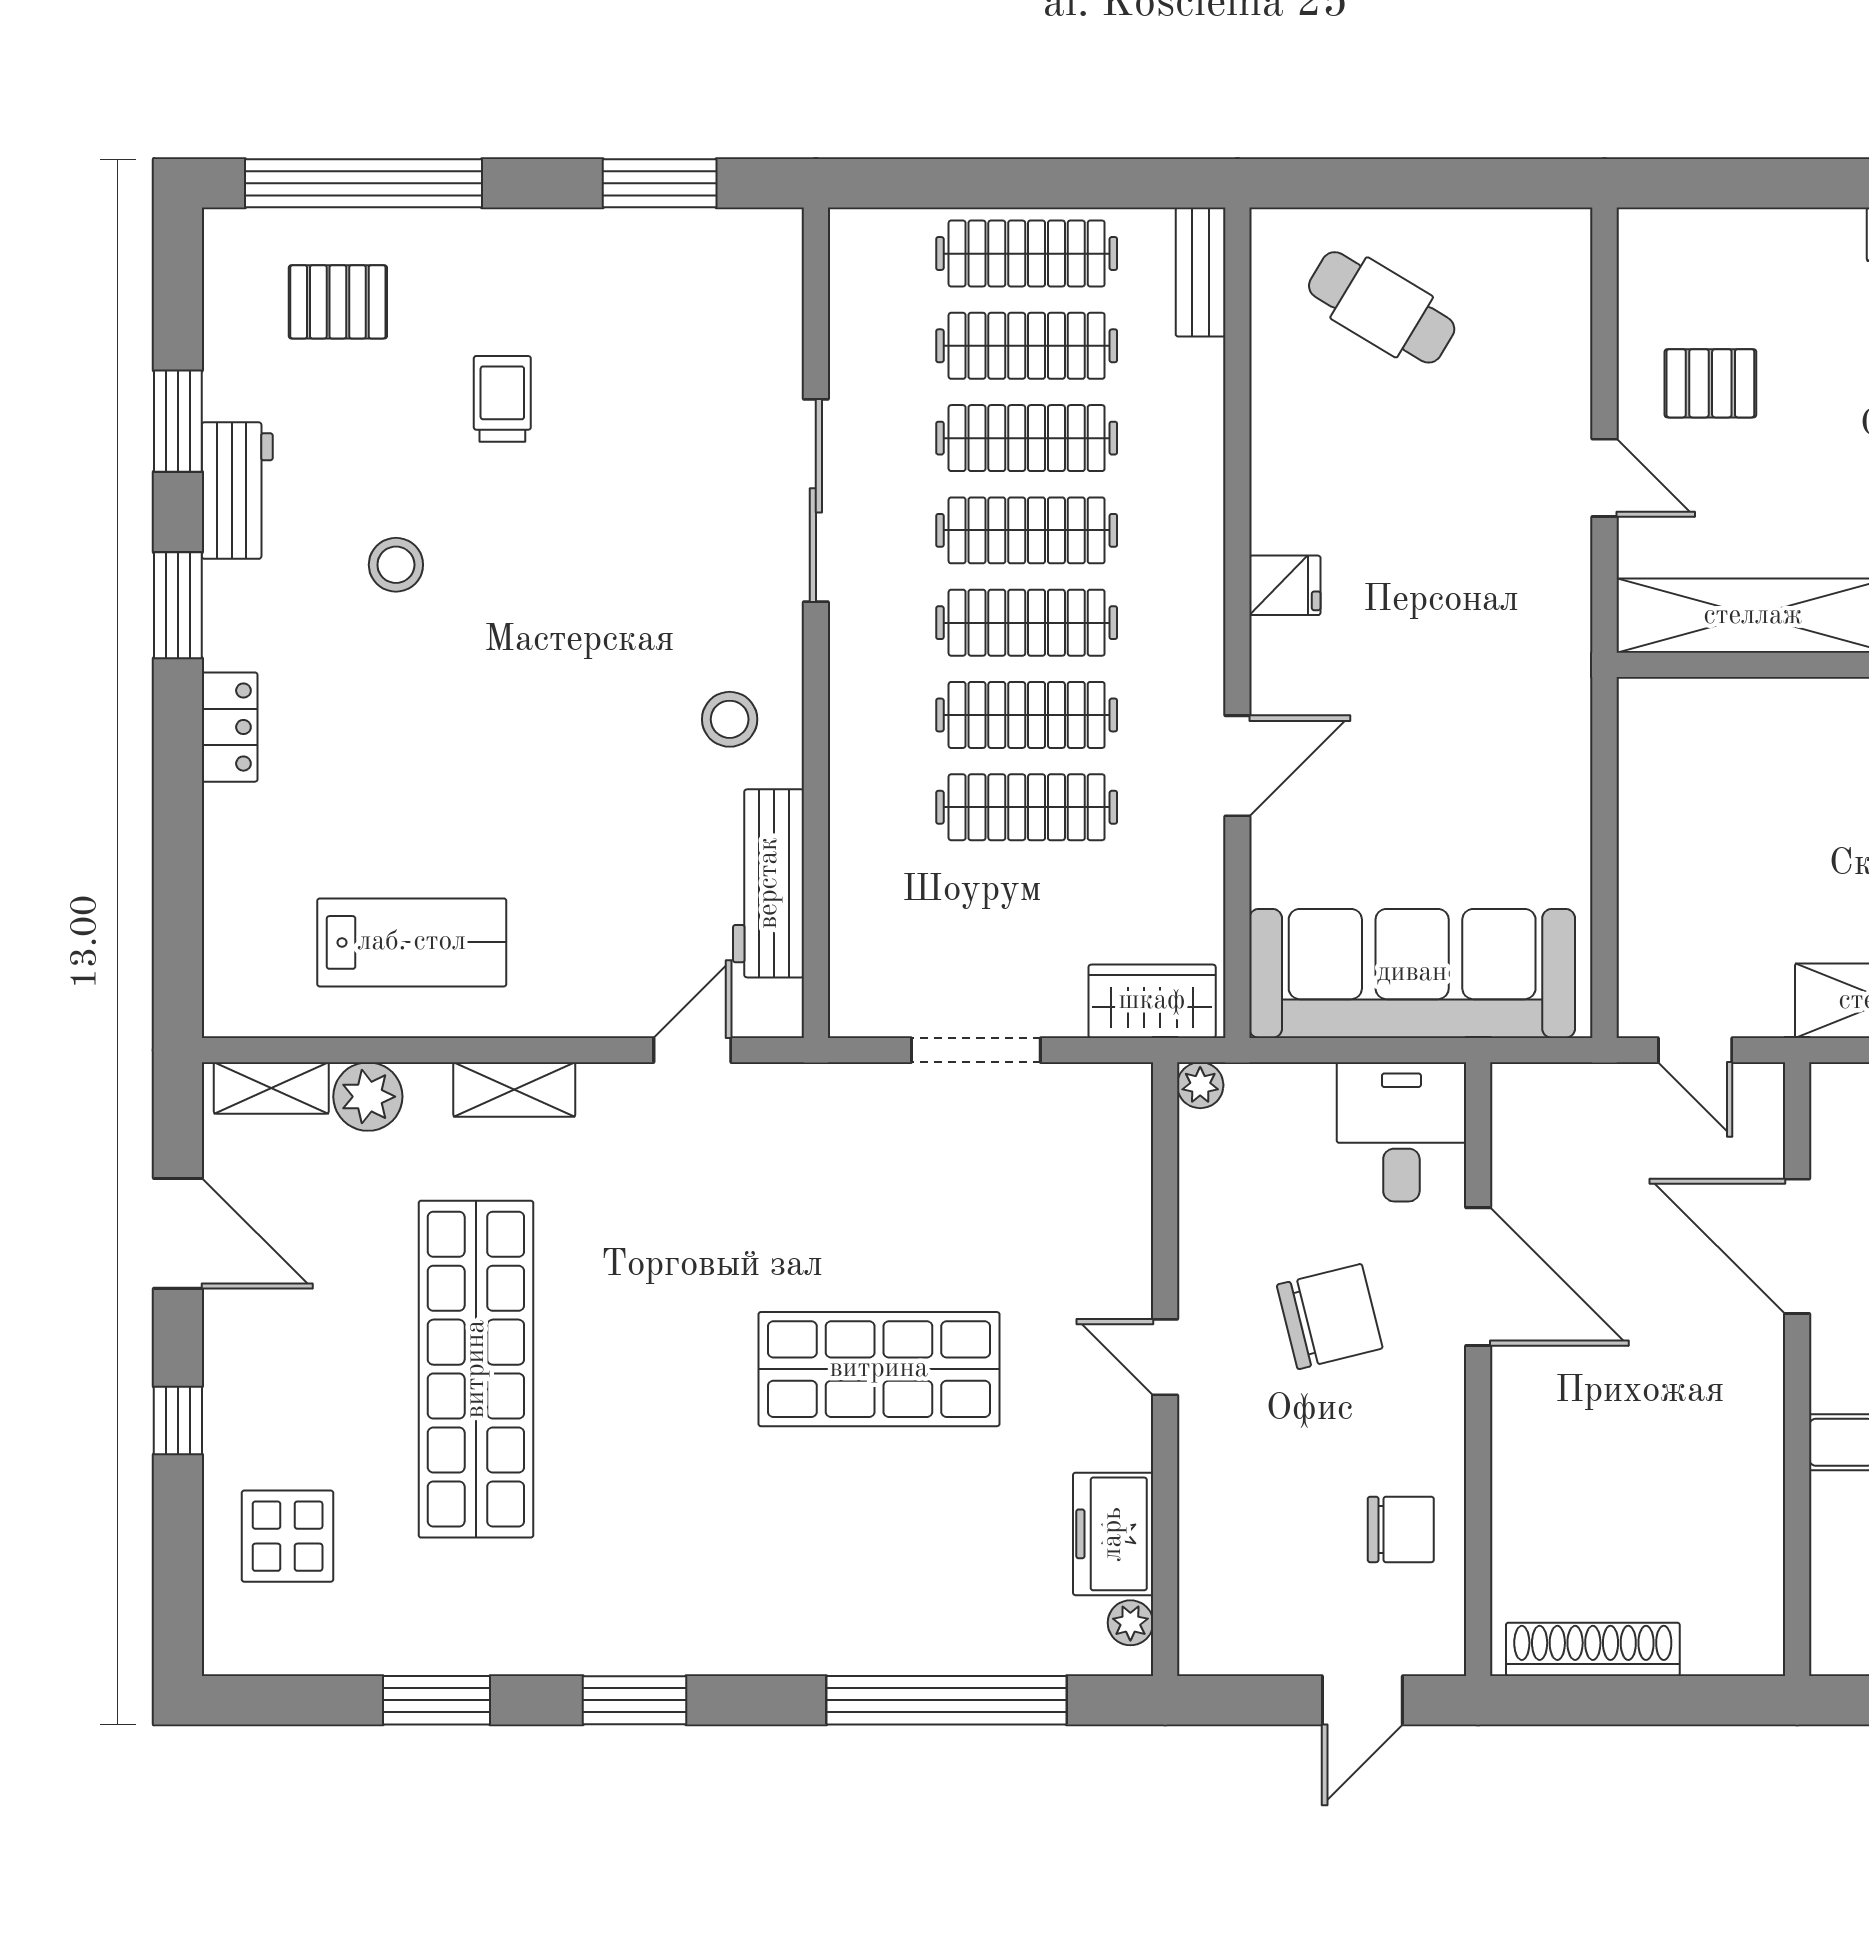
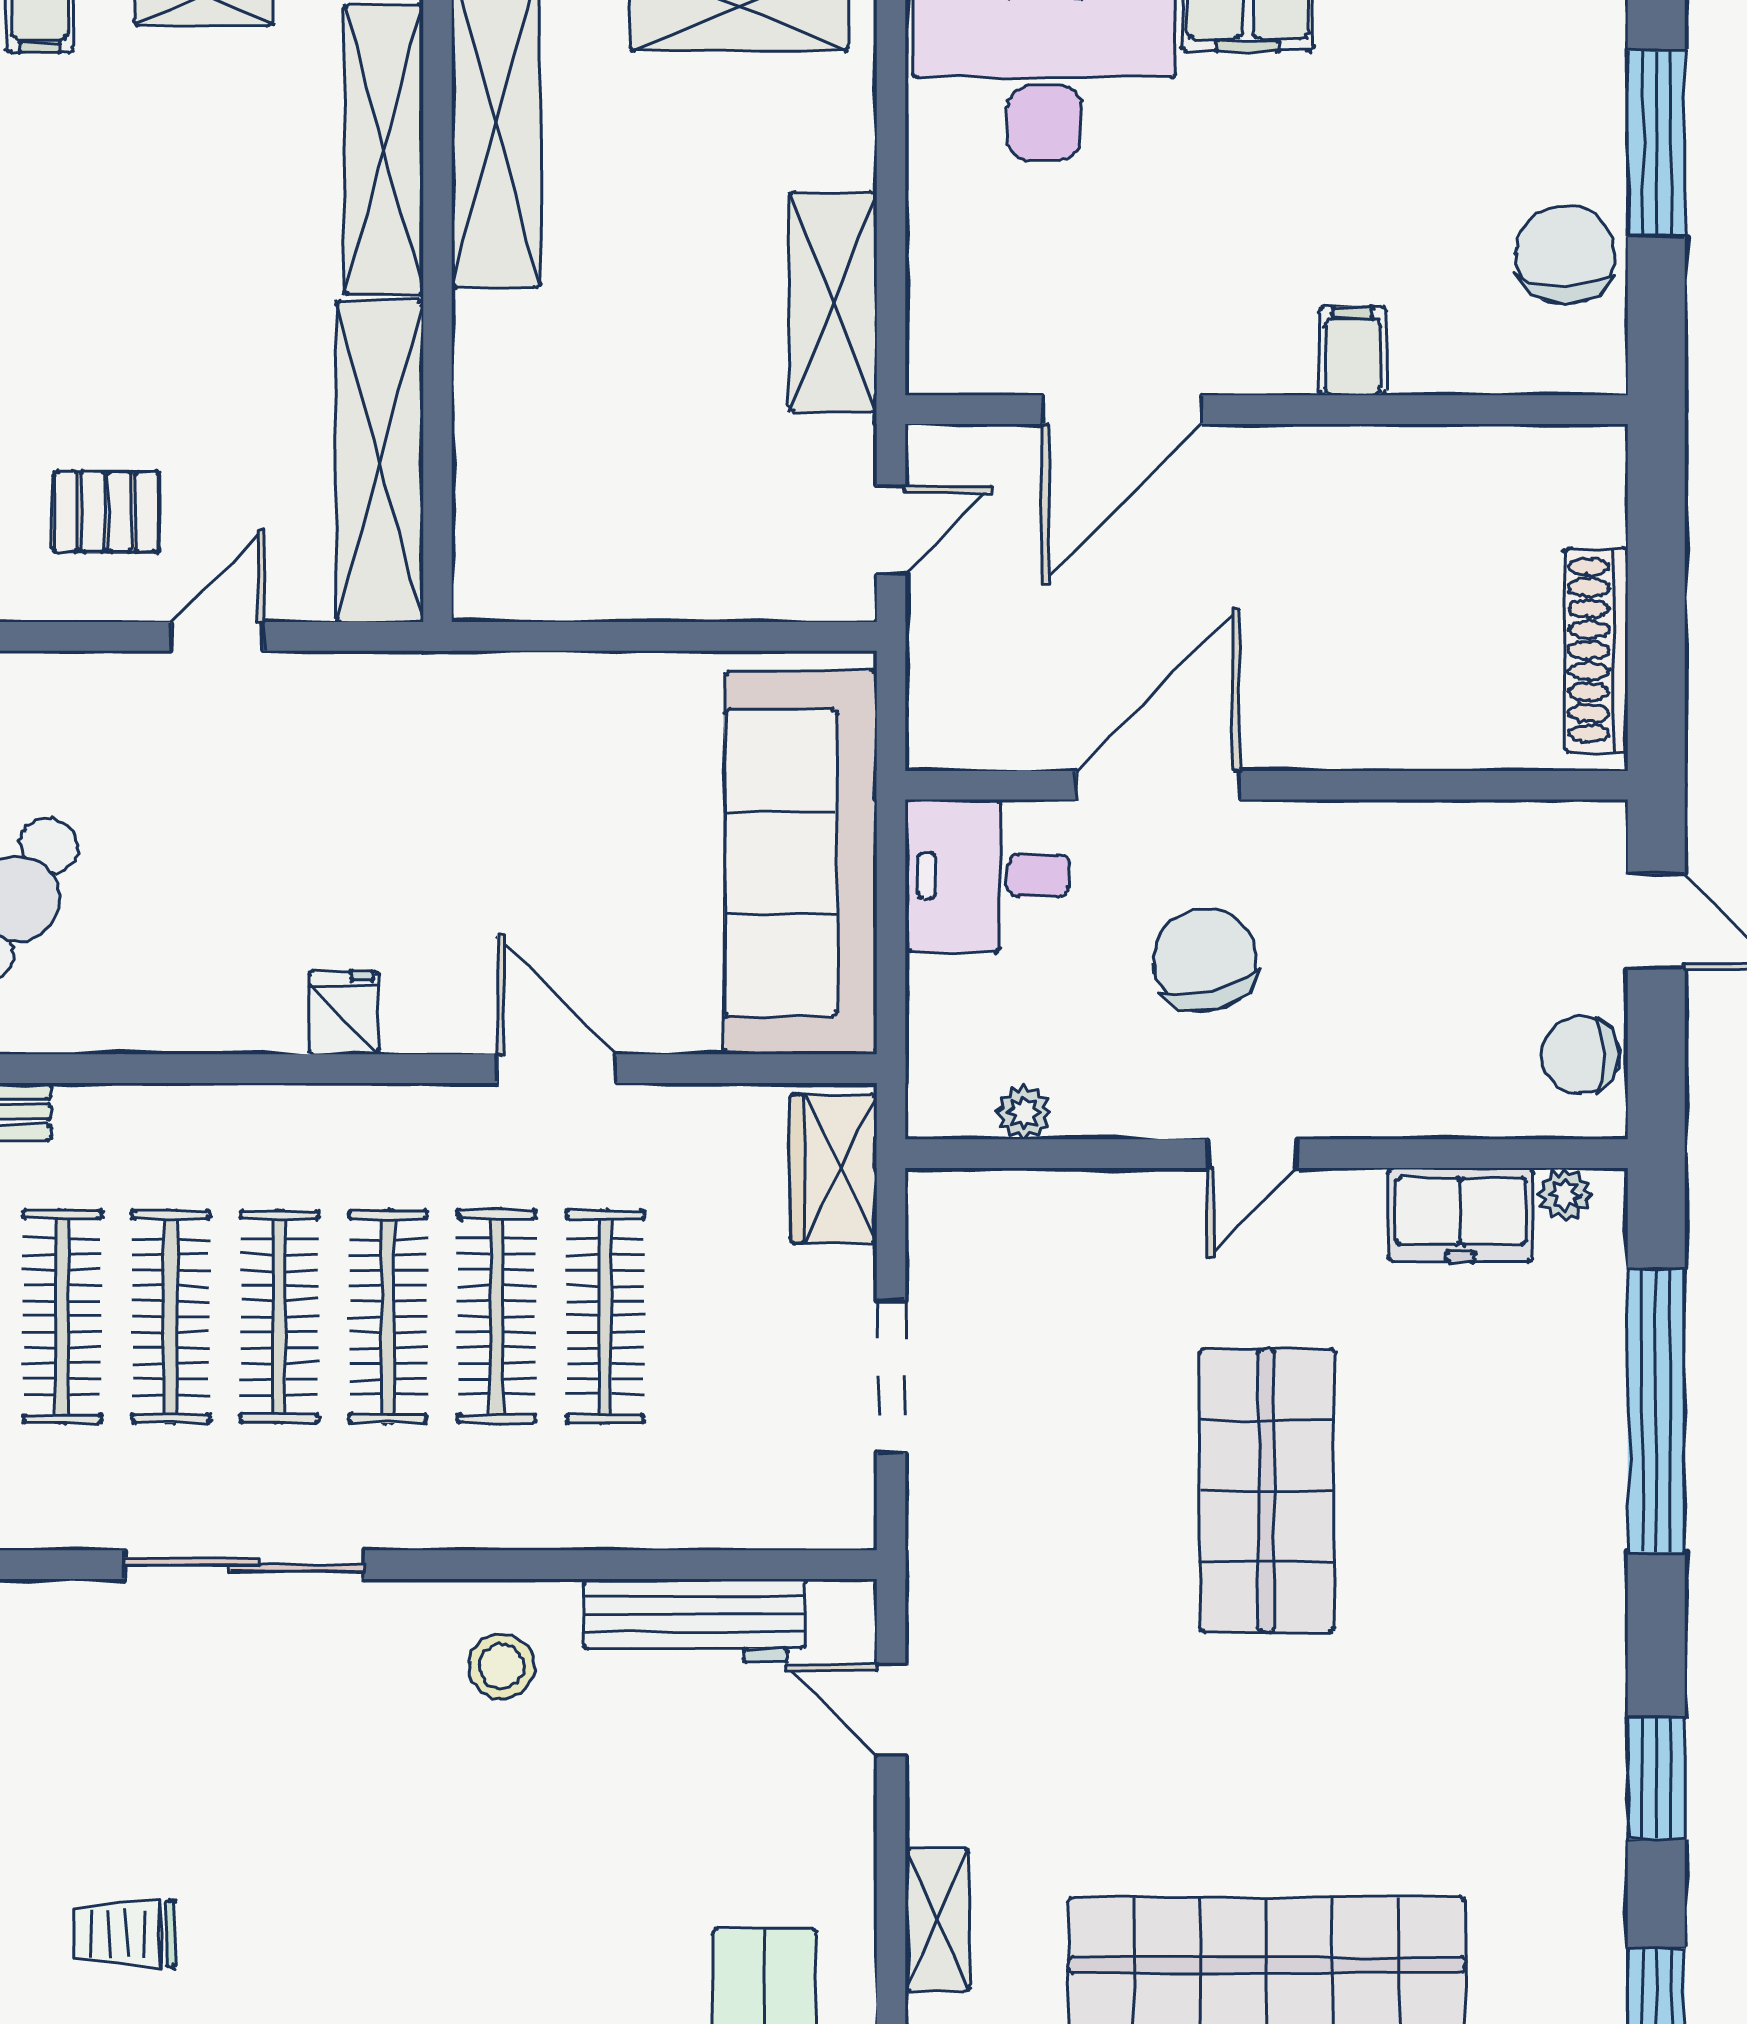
pallet: (1710, 383) -> (106, 512), turned 90
plant: (1200, 1085) -> (1024, 1112), moved
chair: (1401, 1529) -> (1580, 1055), moved, turned -90

